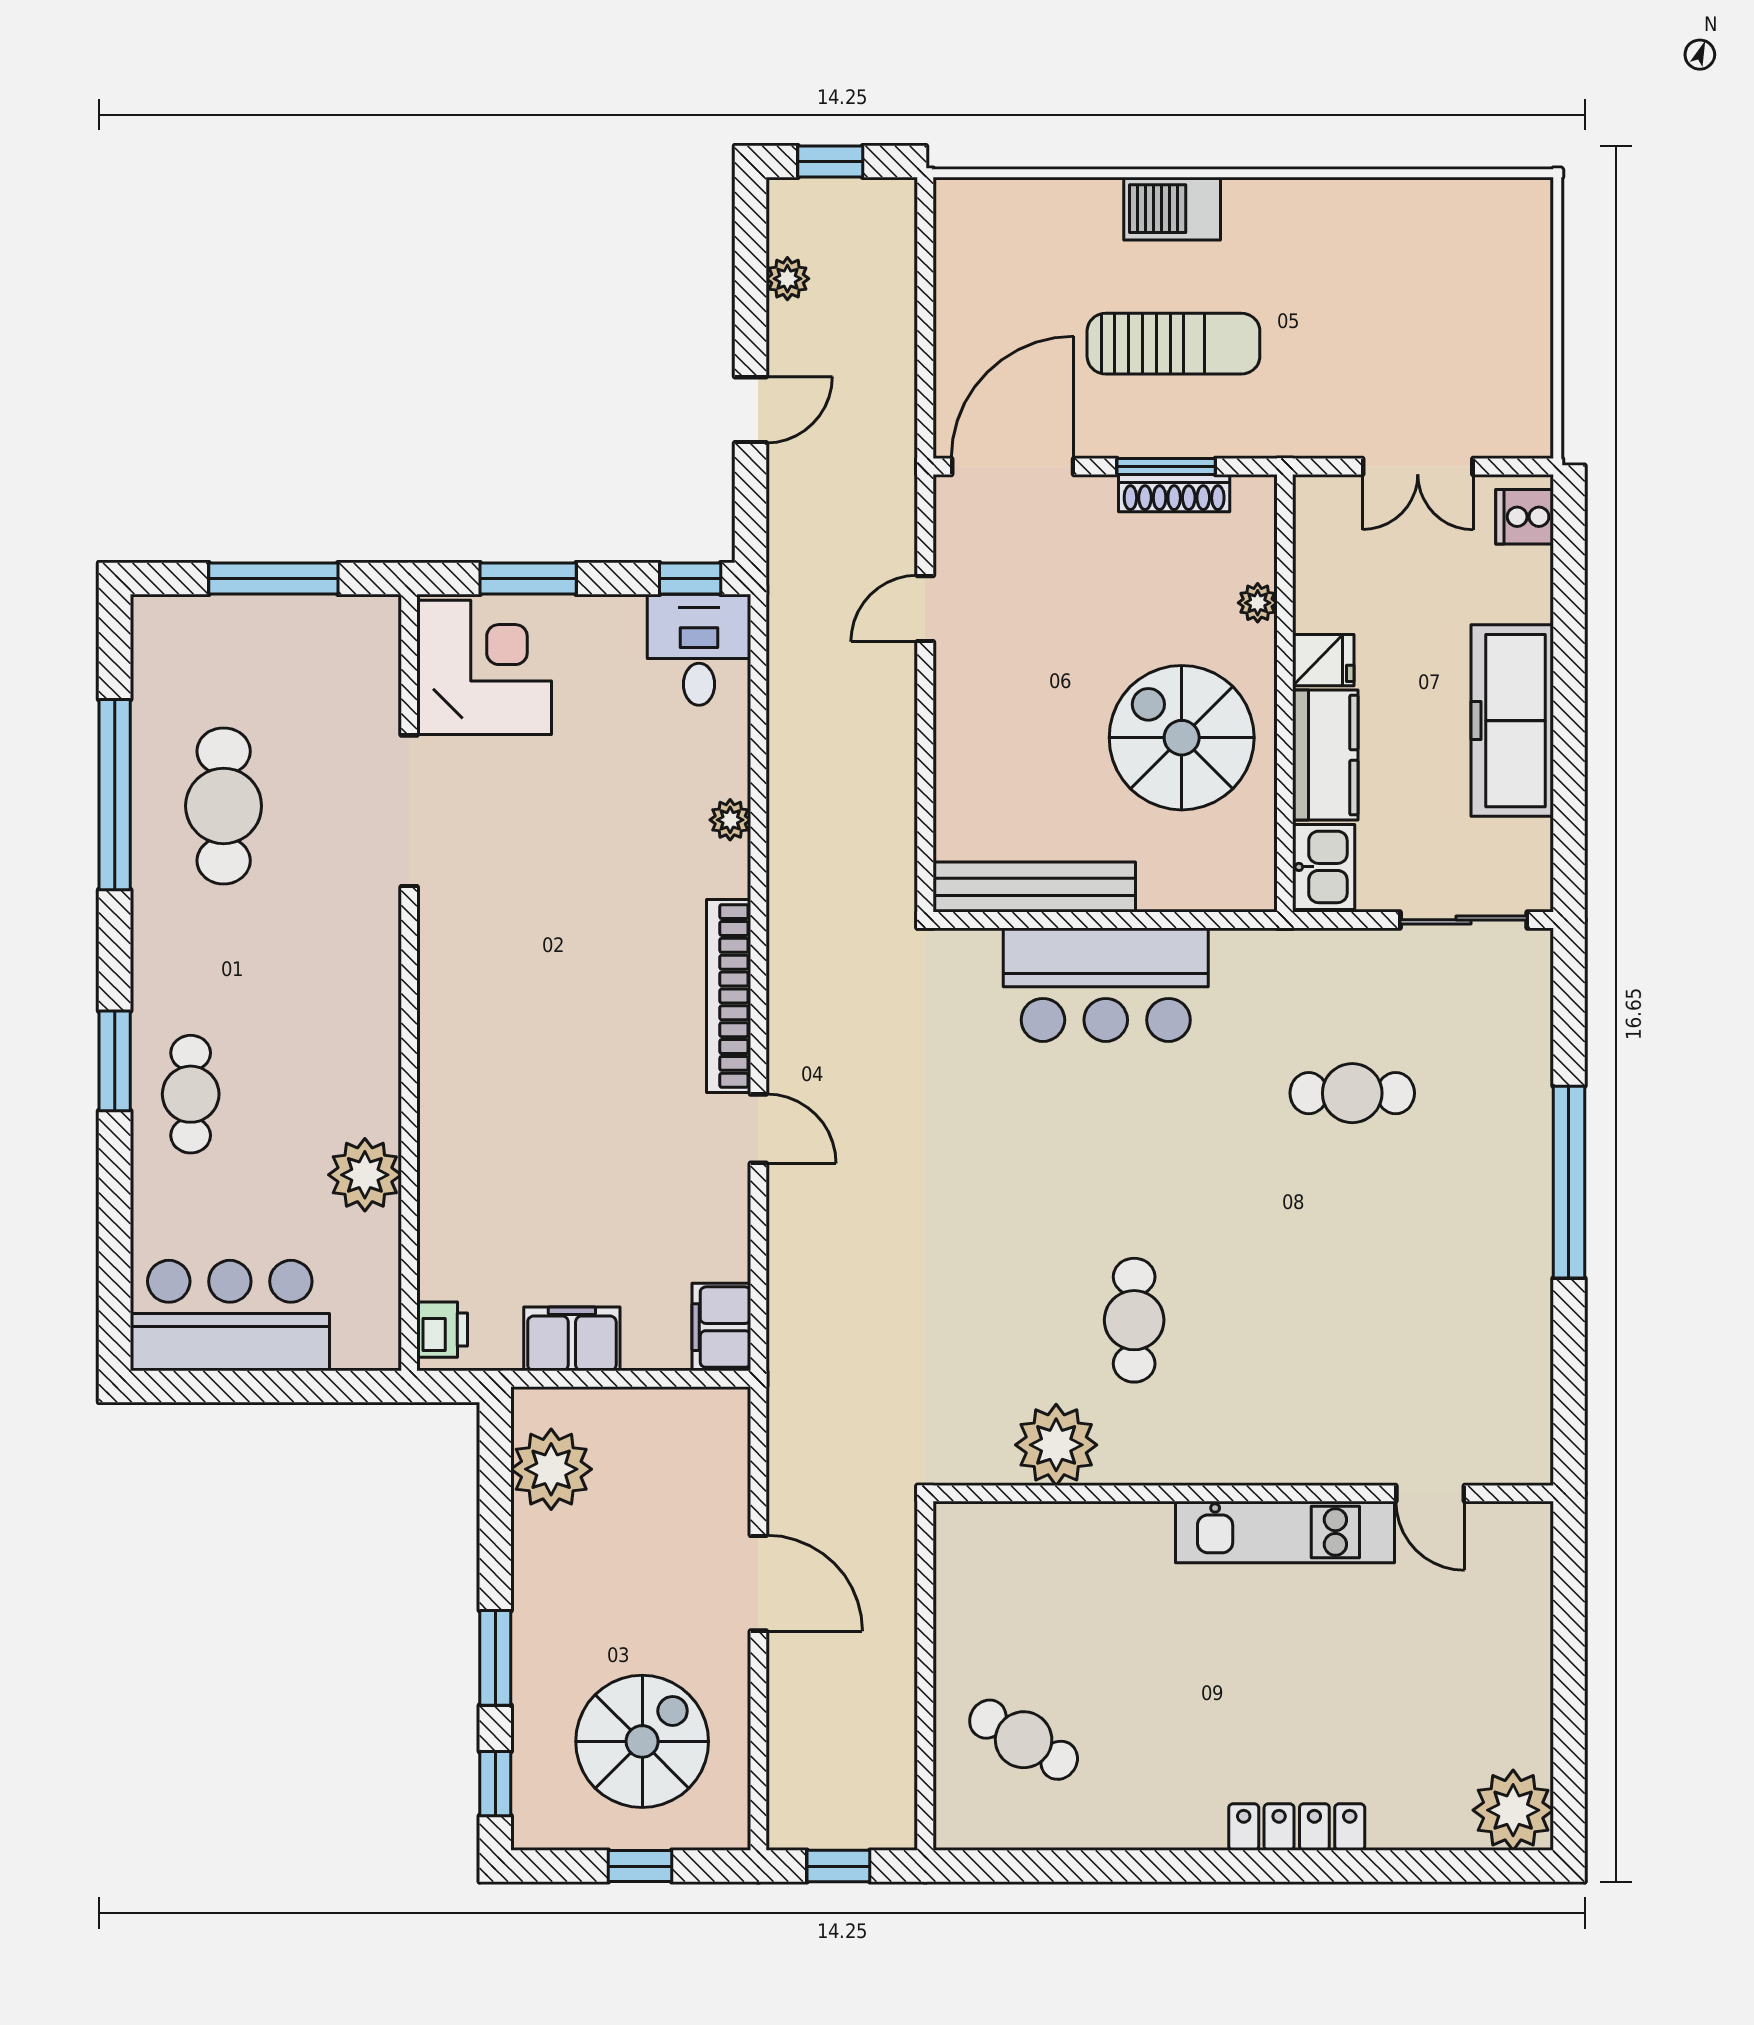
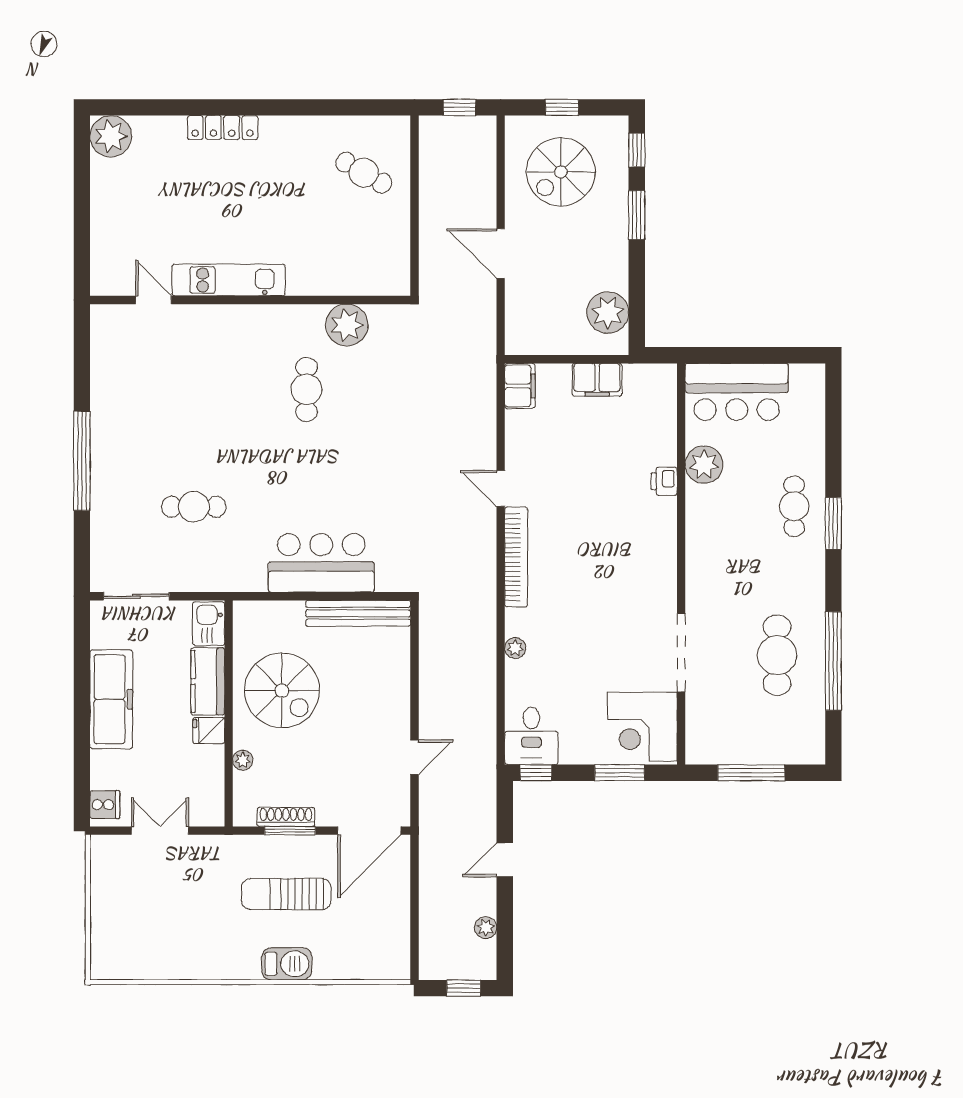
bar counter: (230, 1316) -> (737, 392), moved
printer: (442, 1330) -> (664, 481), moved

